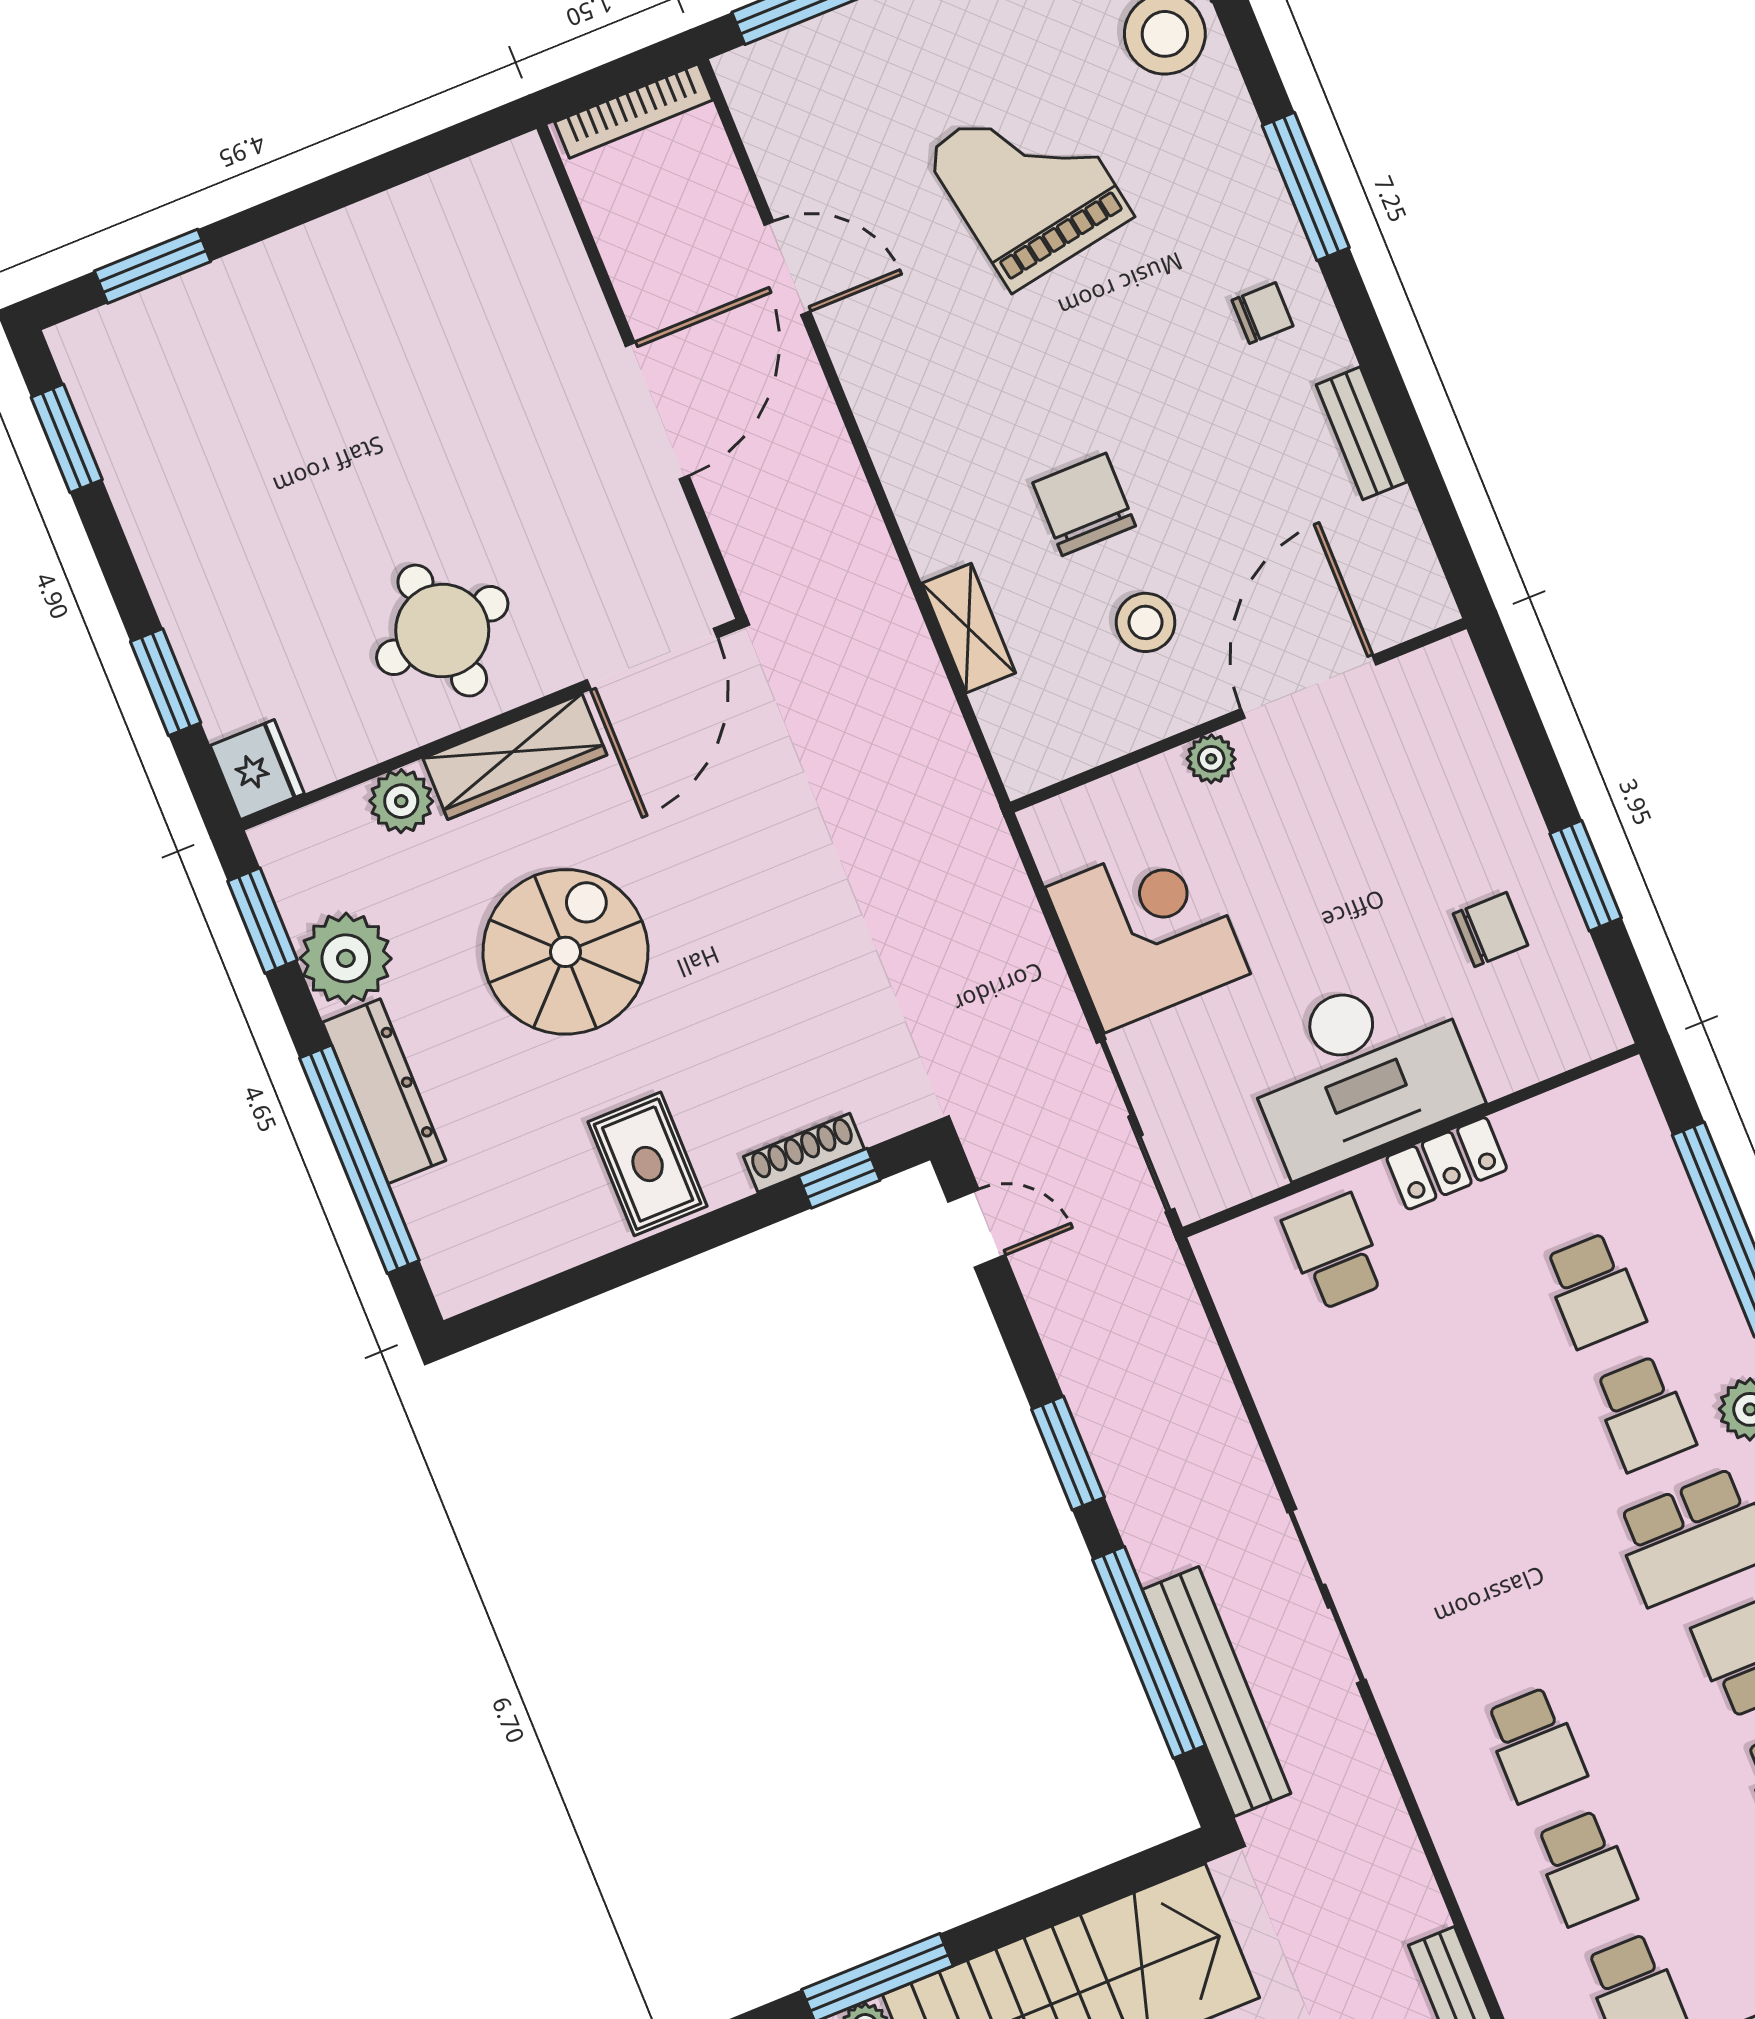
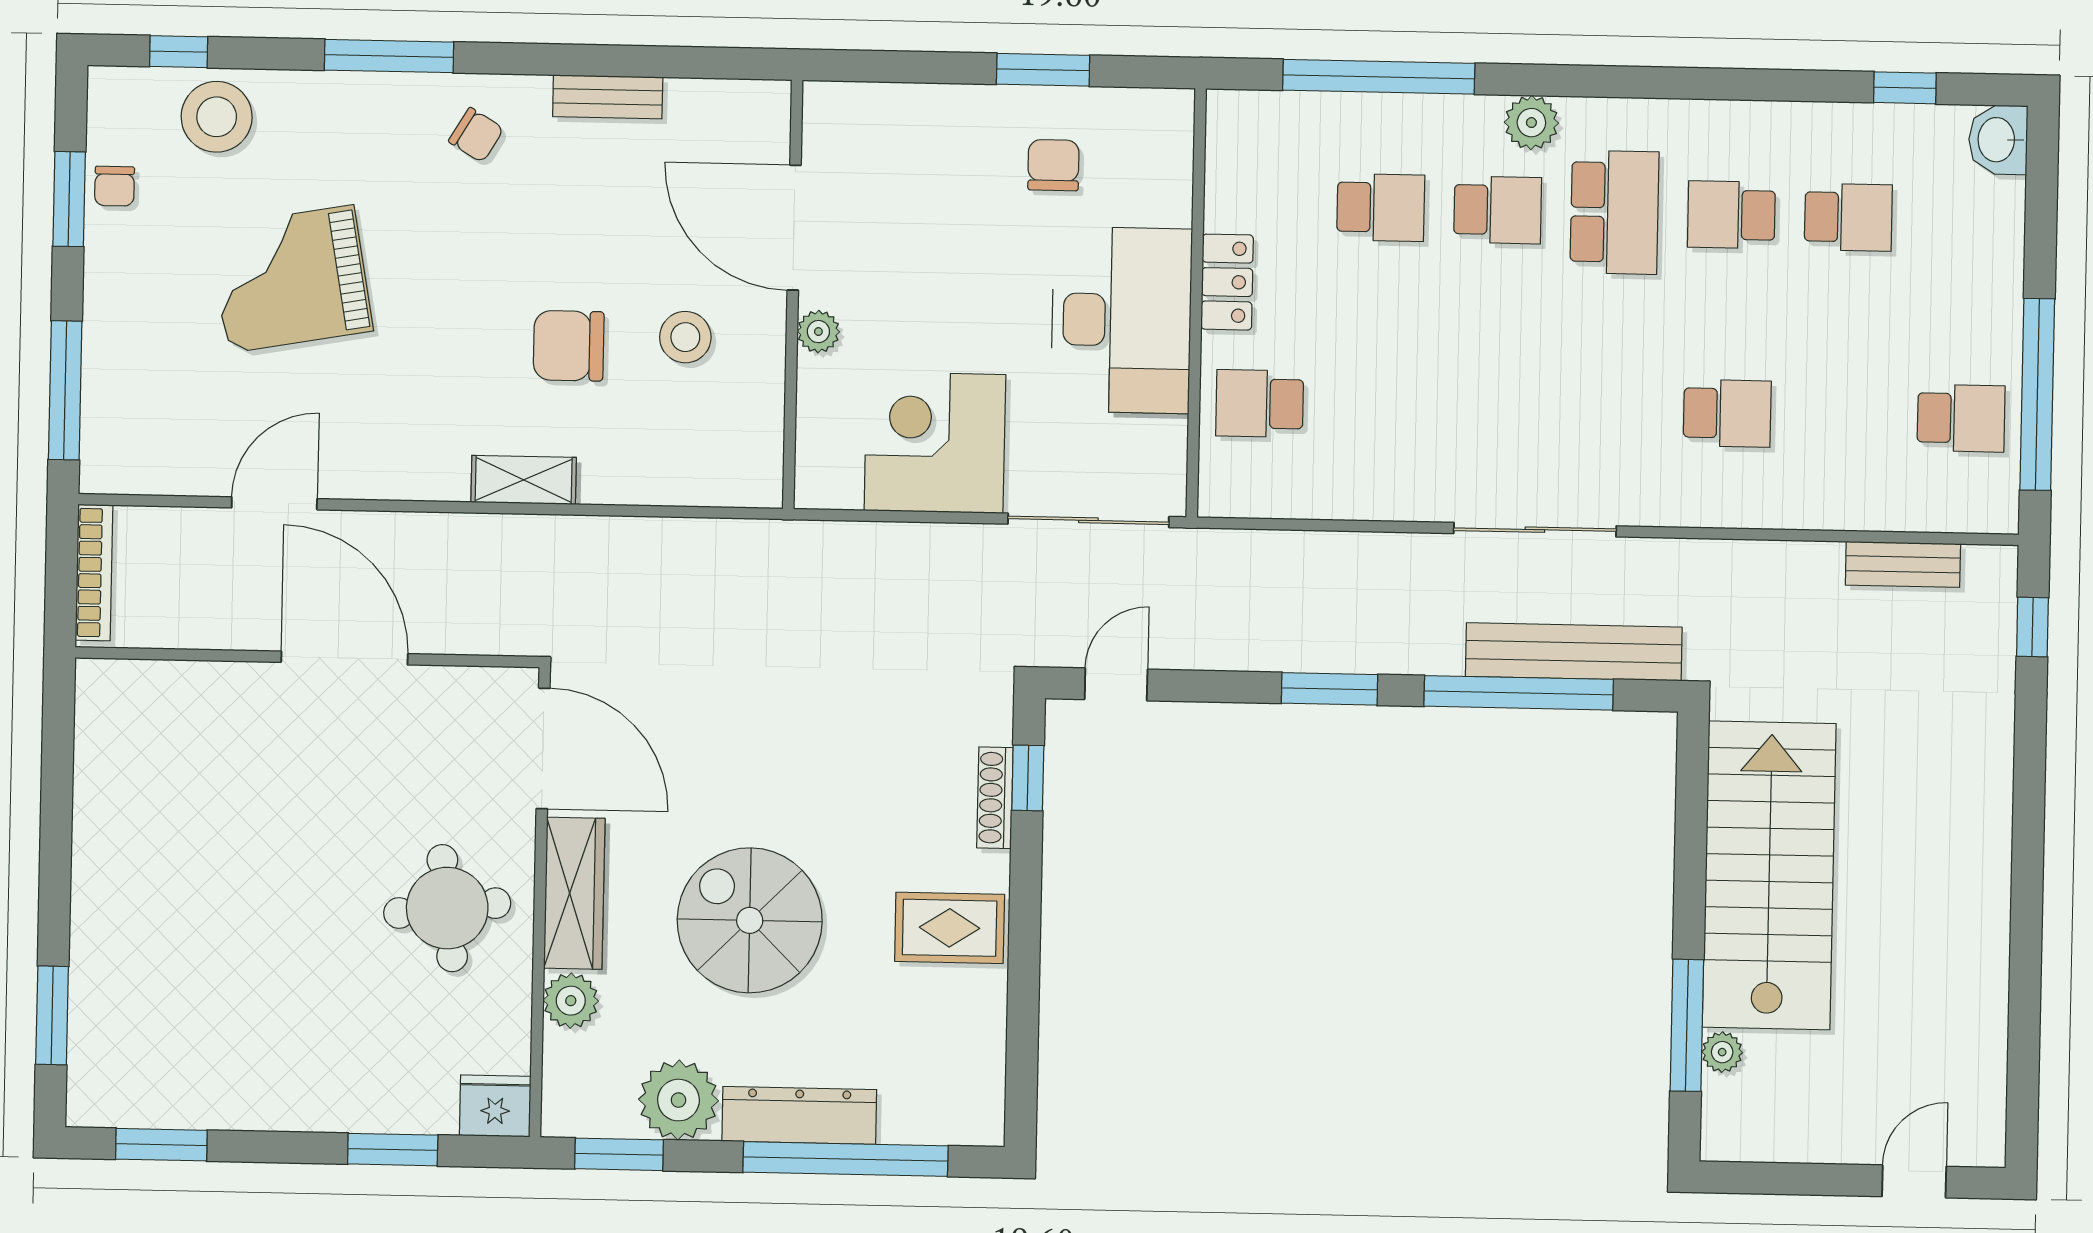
chair: (1263, 313) -> (476, 135), turned 121
shelving: (969, 628) -> (524, 480), moved
school desk: (1585, 1868) -> (1844, 416), removed

